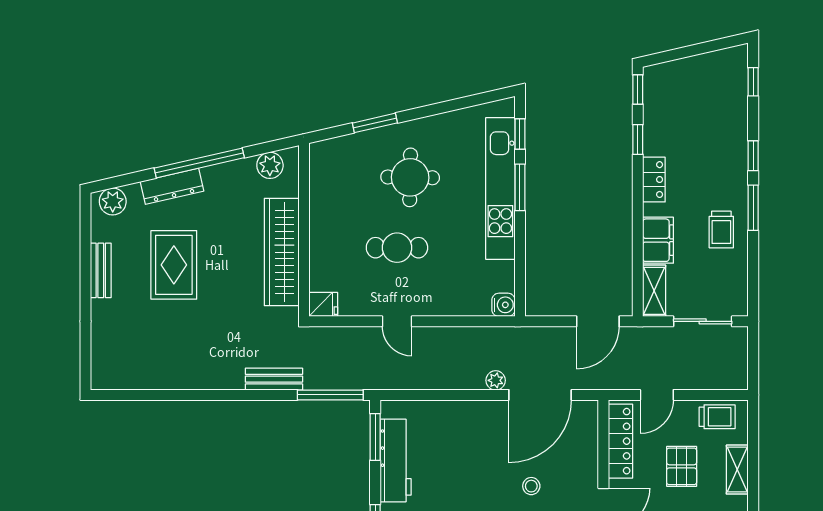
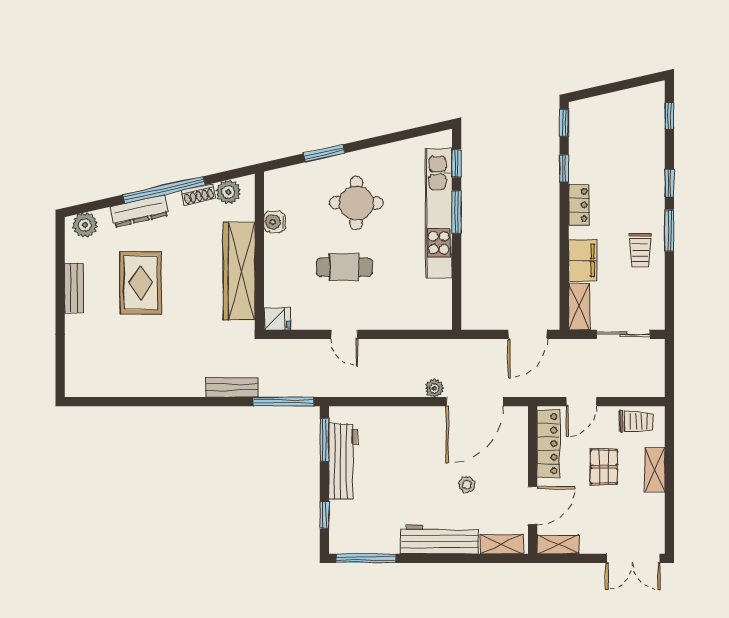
shoe rack: (237, 168) -> (198, 194), added
water cooler: (503, 305) -> (274, 222), moved, turned 180

